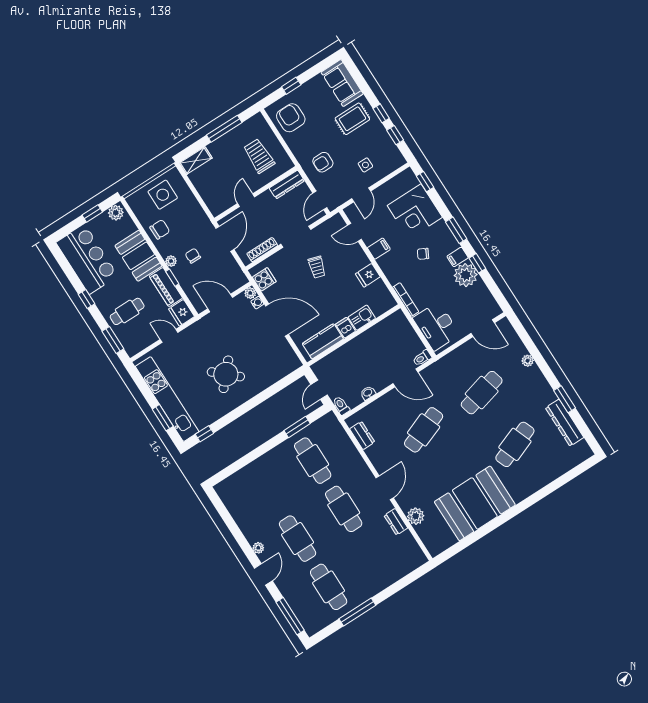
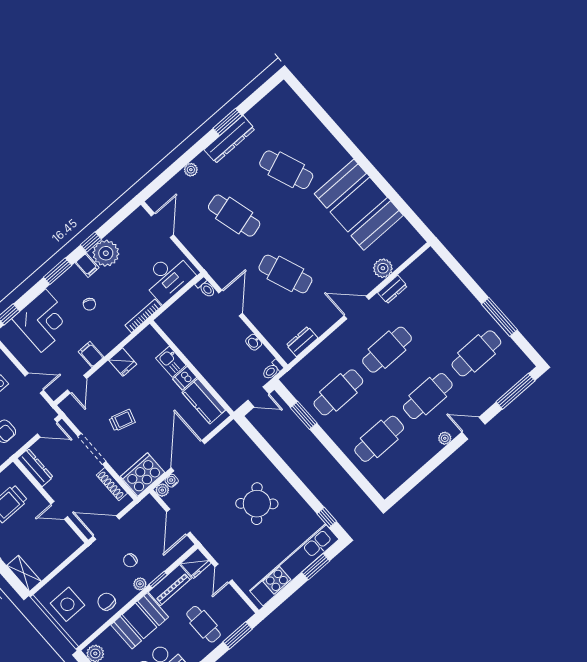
cooker: (264, 279) -> (143, 475), width x1.87, depth x1.31
dresser: (565, 423) -> (229, 139), moved
cafe table: (267, 490) -> (379, 439), added

